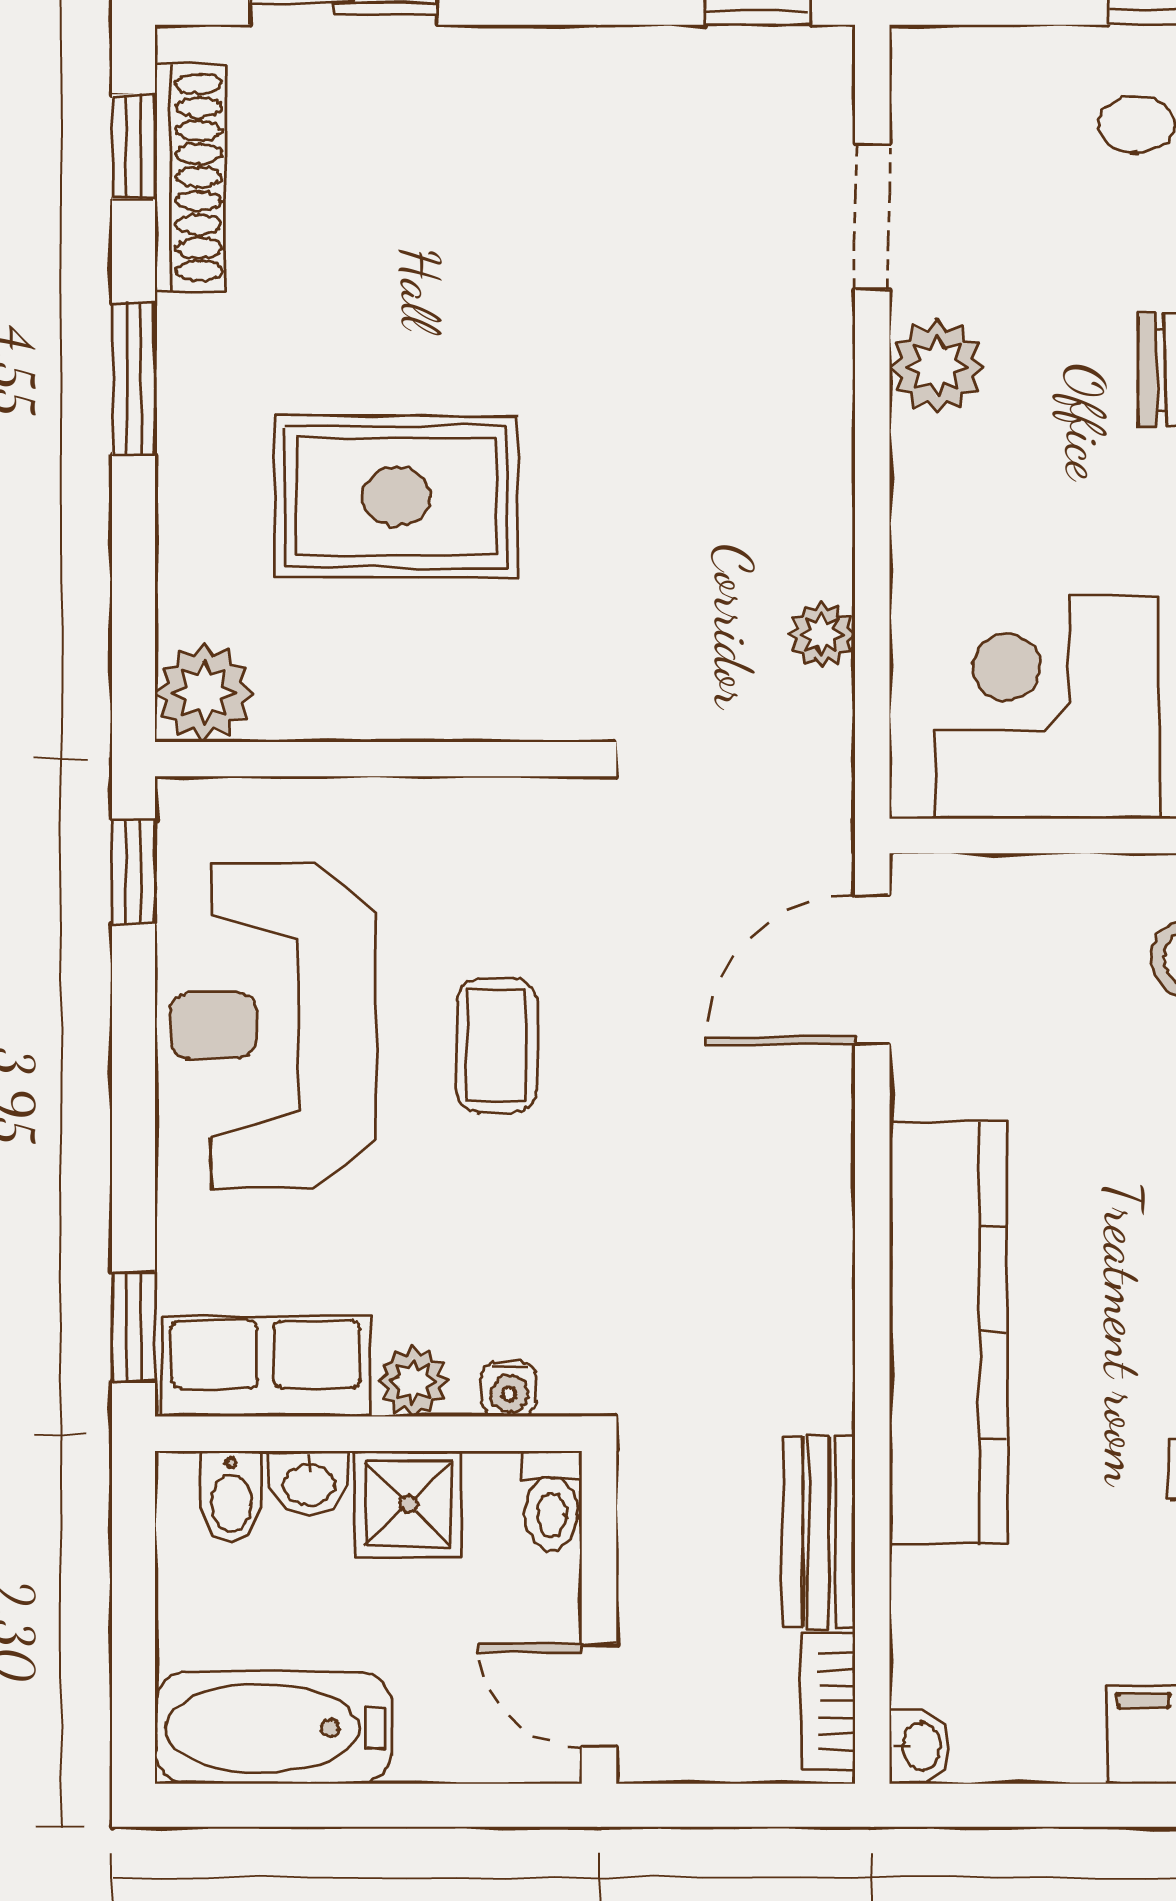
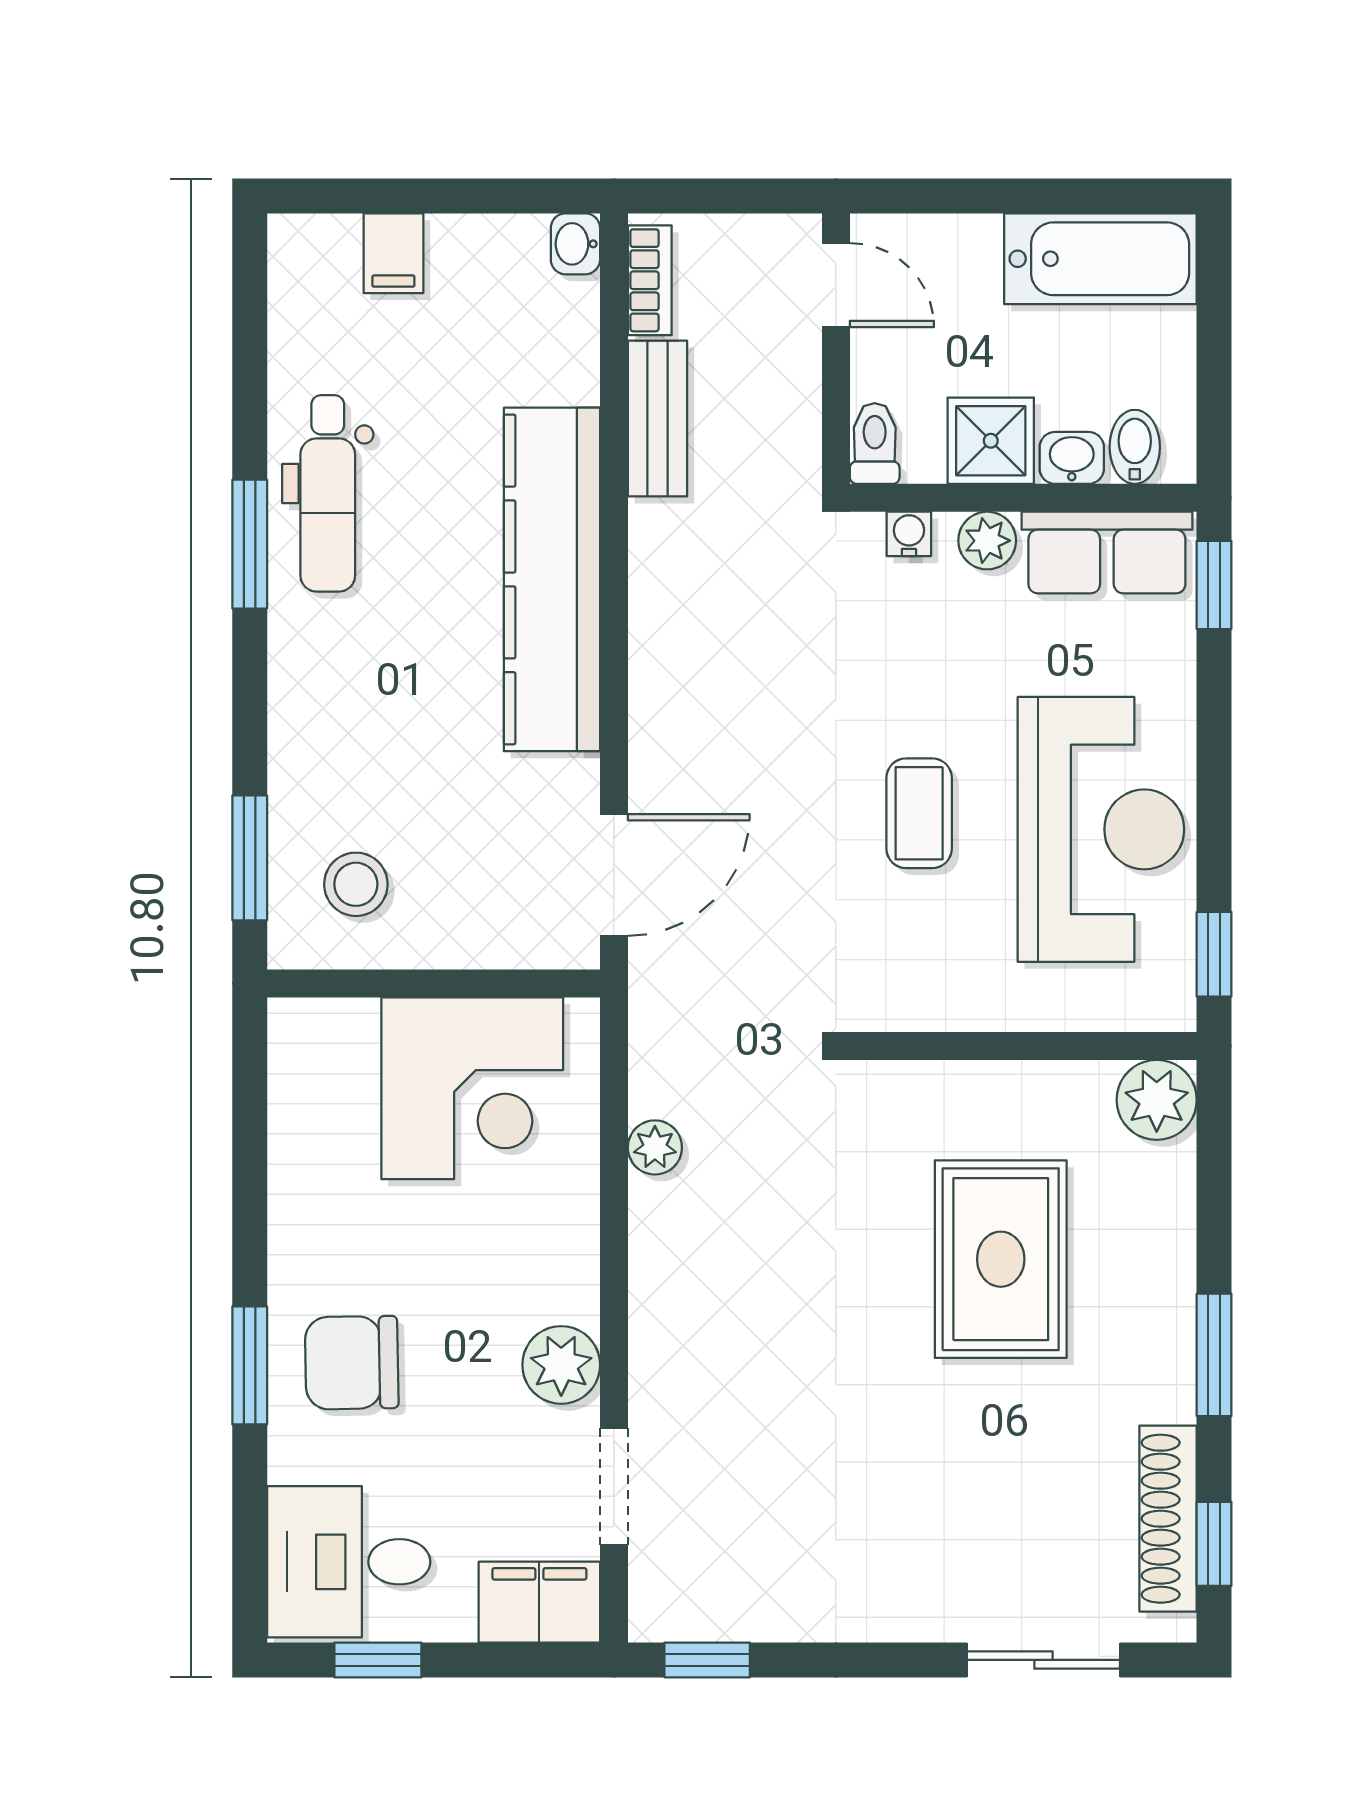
filing cabinet: (964, 75) -> (539, 1602), added
rug: (396, 497) -> (1001, 1259), turned 90

